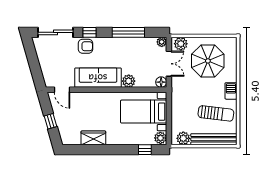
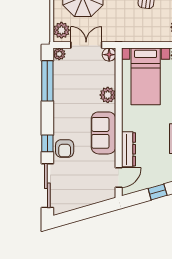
window: (128, 32) -> (47, 81), moved
armchair: (85, 46) -> (65, 148), turned 180
sofa: (98, 78) -> (104, 133), width x0.73
dresser: (85, 98) -> (128, 149), added

